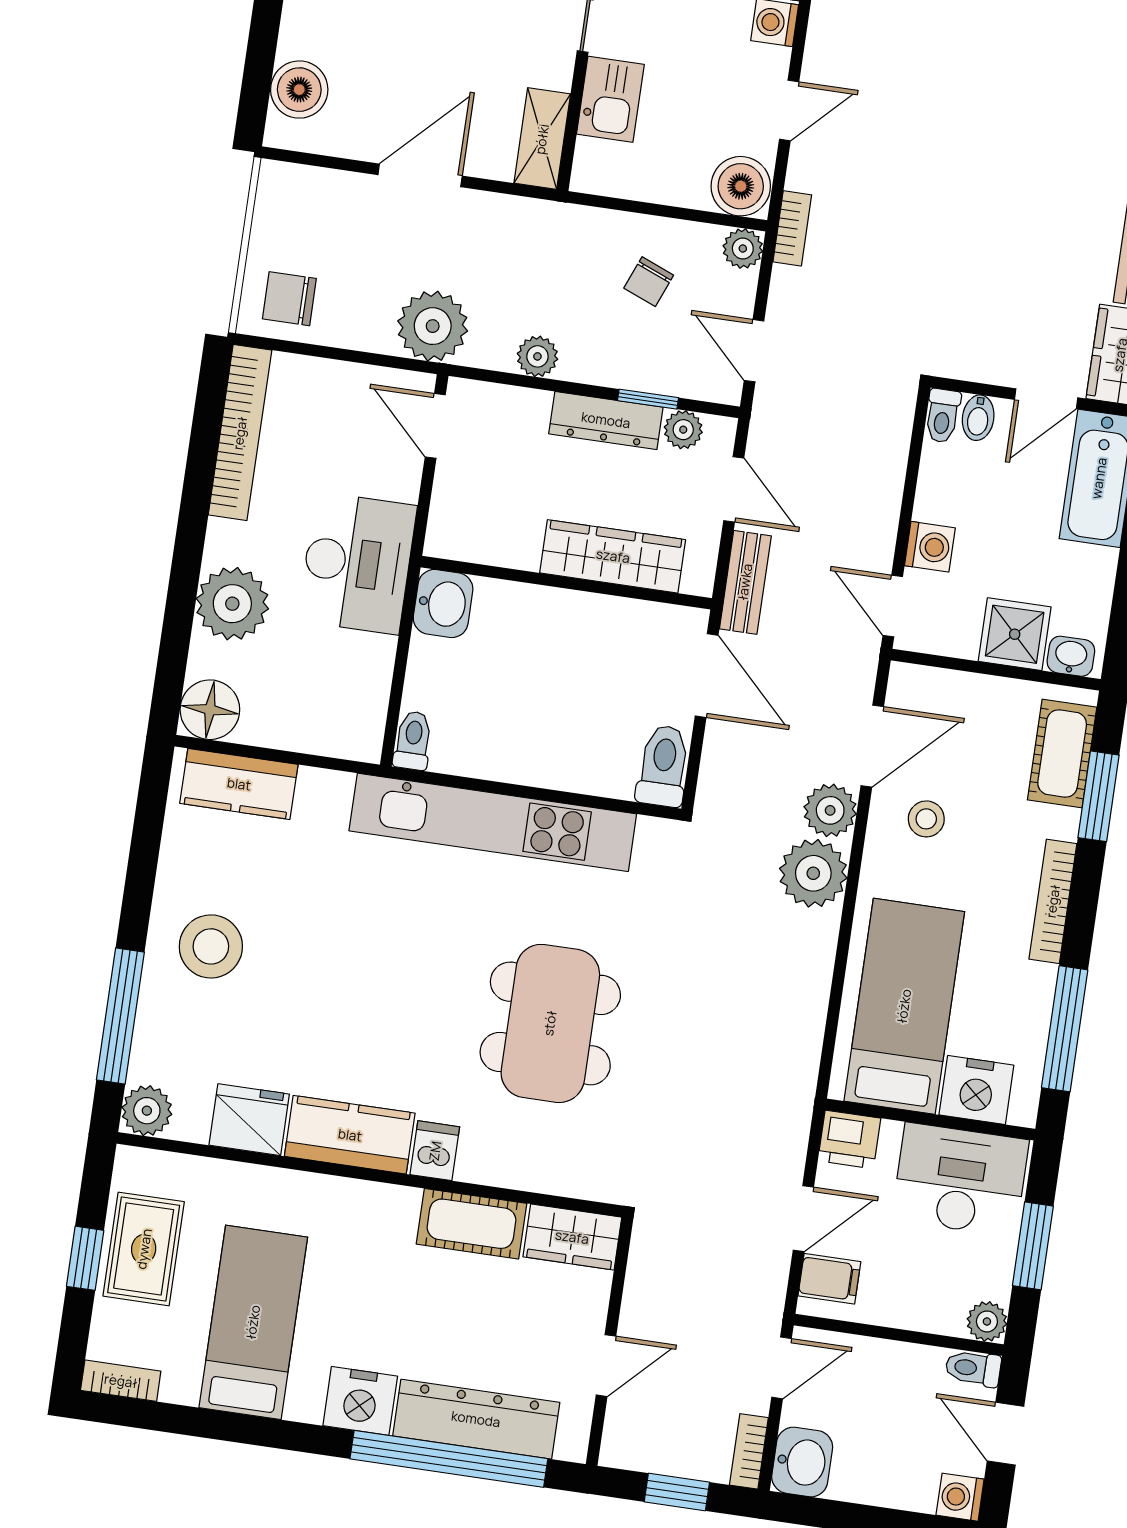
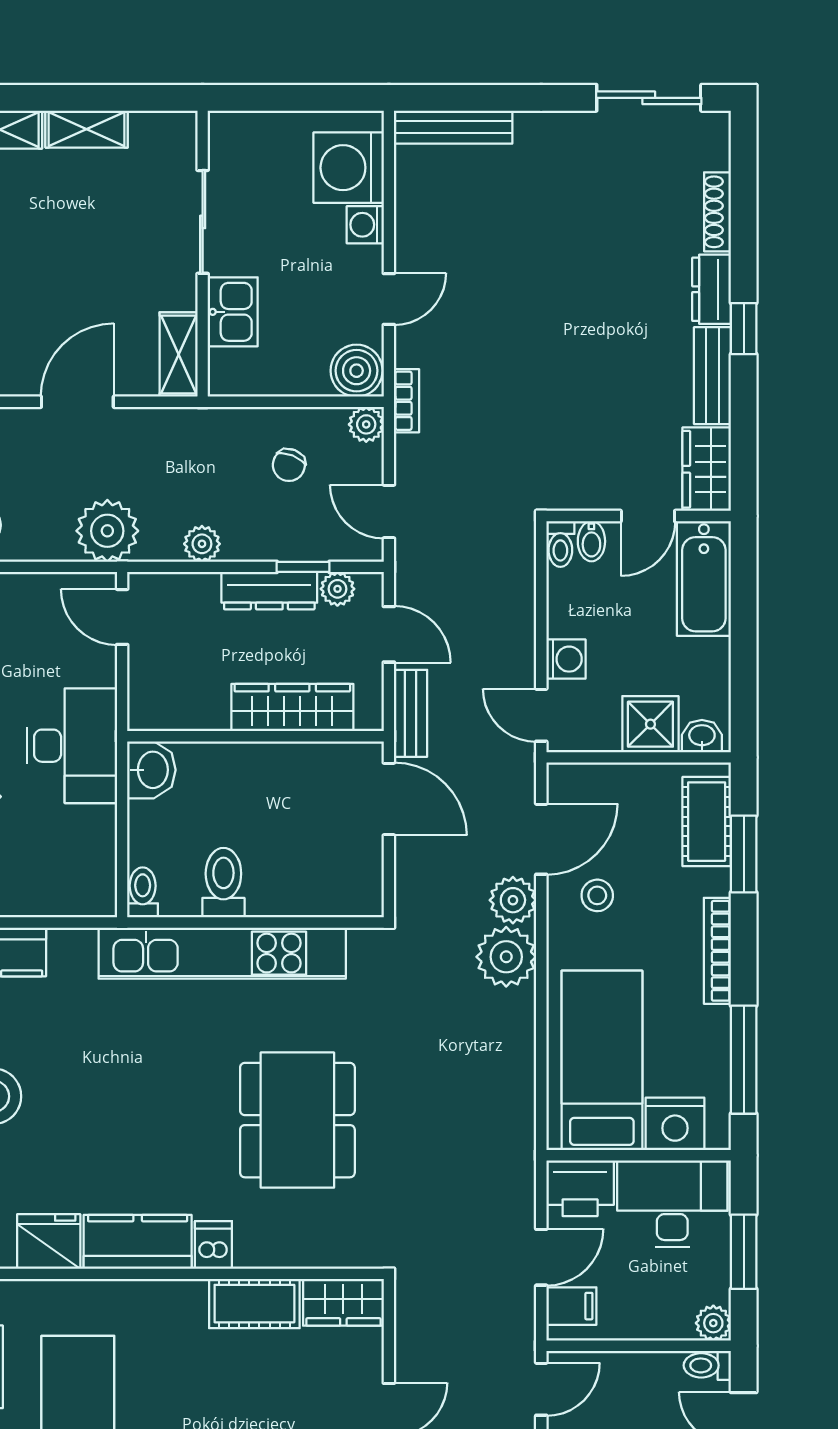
toilet: (663, 766) -> (223, 883), moved
printer: (849, 1140) -> (580, 1188), width x1.36, depth x1.24

